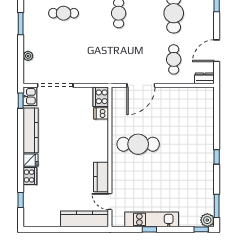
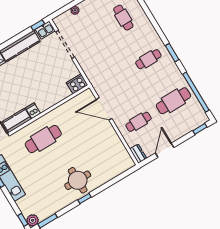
door: (217, 51) -> (165, 150), hinge flipped
dishwasher: (101, 113) -> (33, 111), moved
cafe table: (138, 144) -> (43, 139), moved, turned 90
round table: (195, 153) -> (78, 180), added

